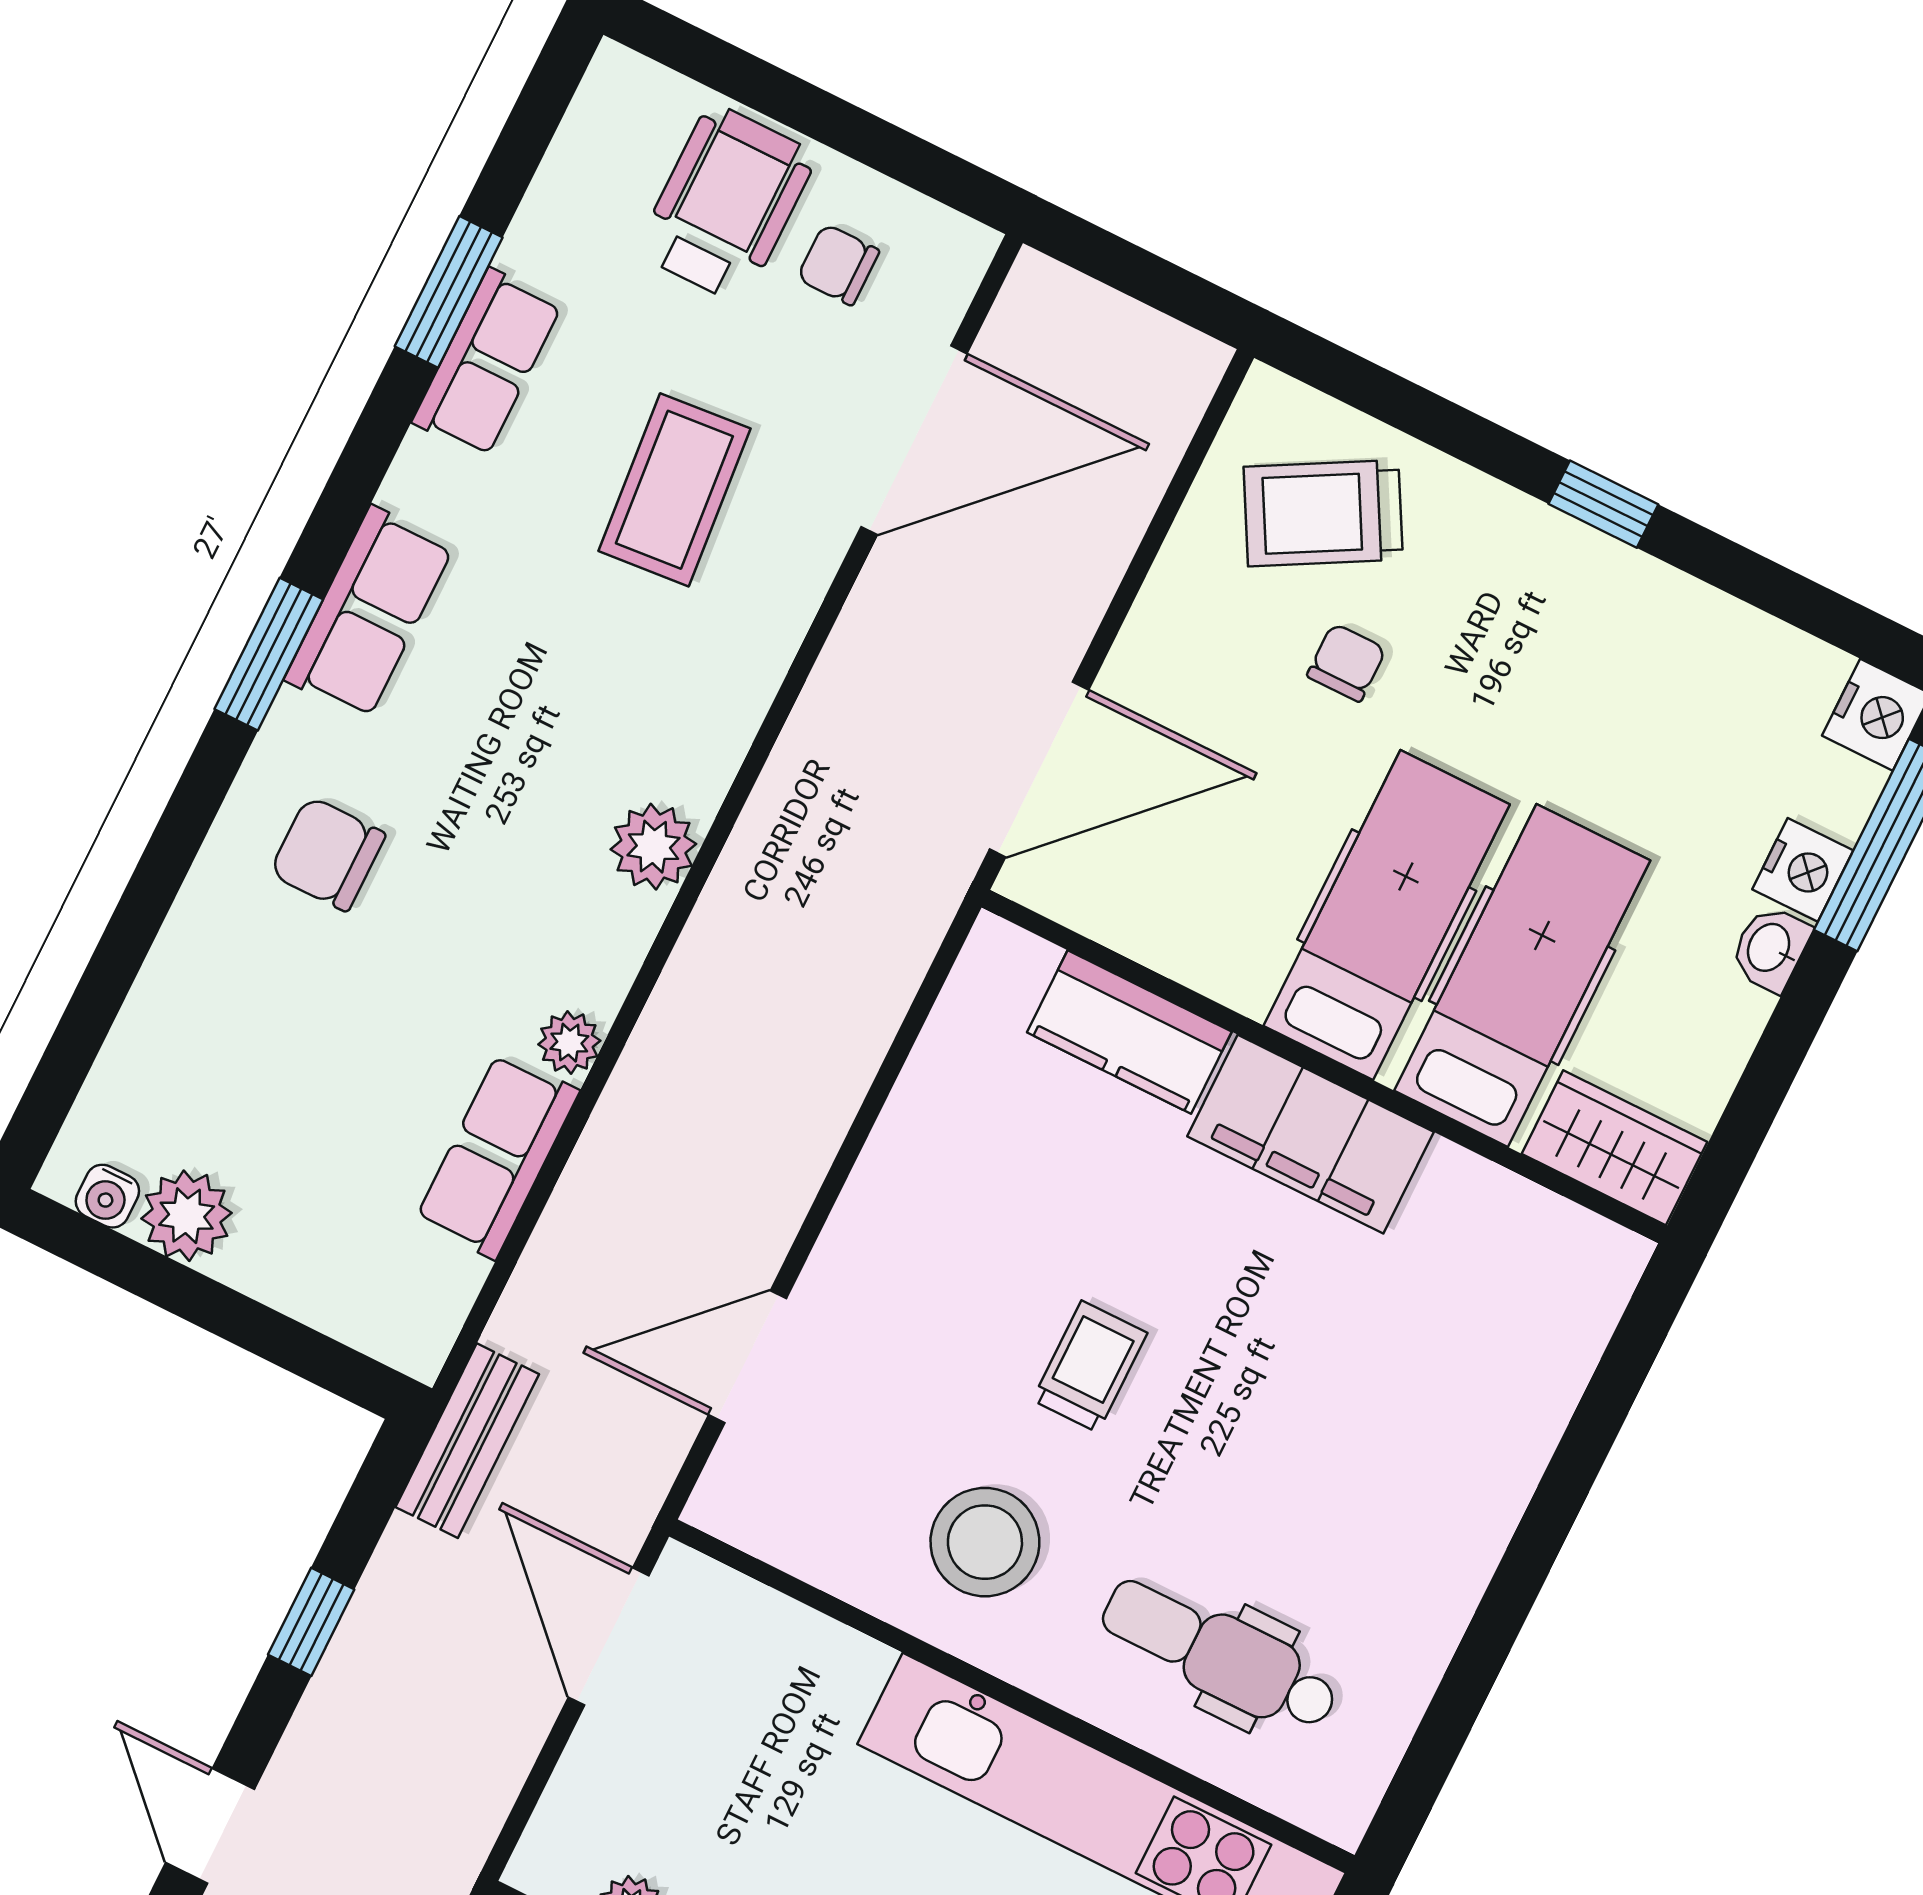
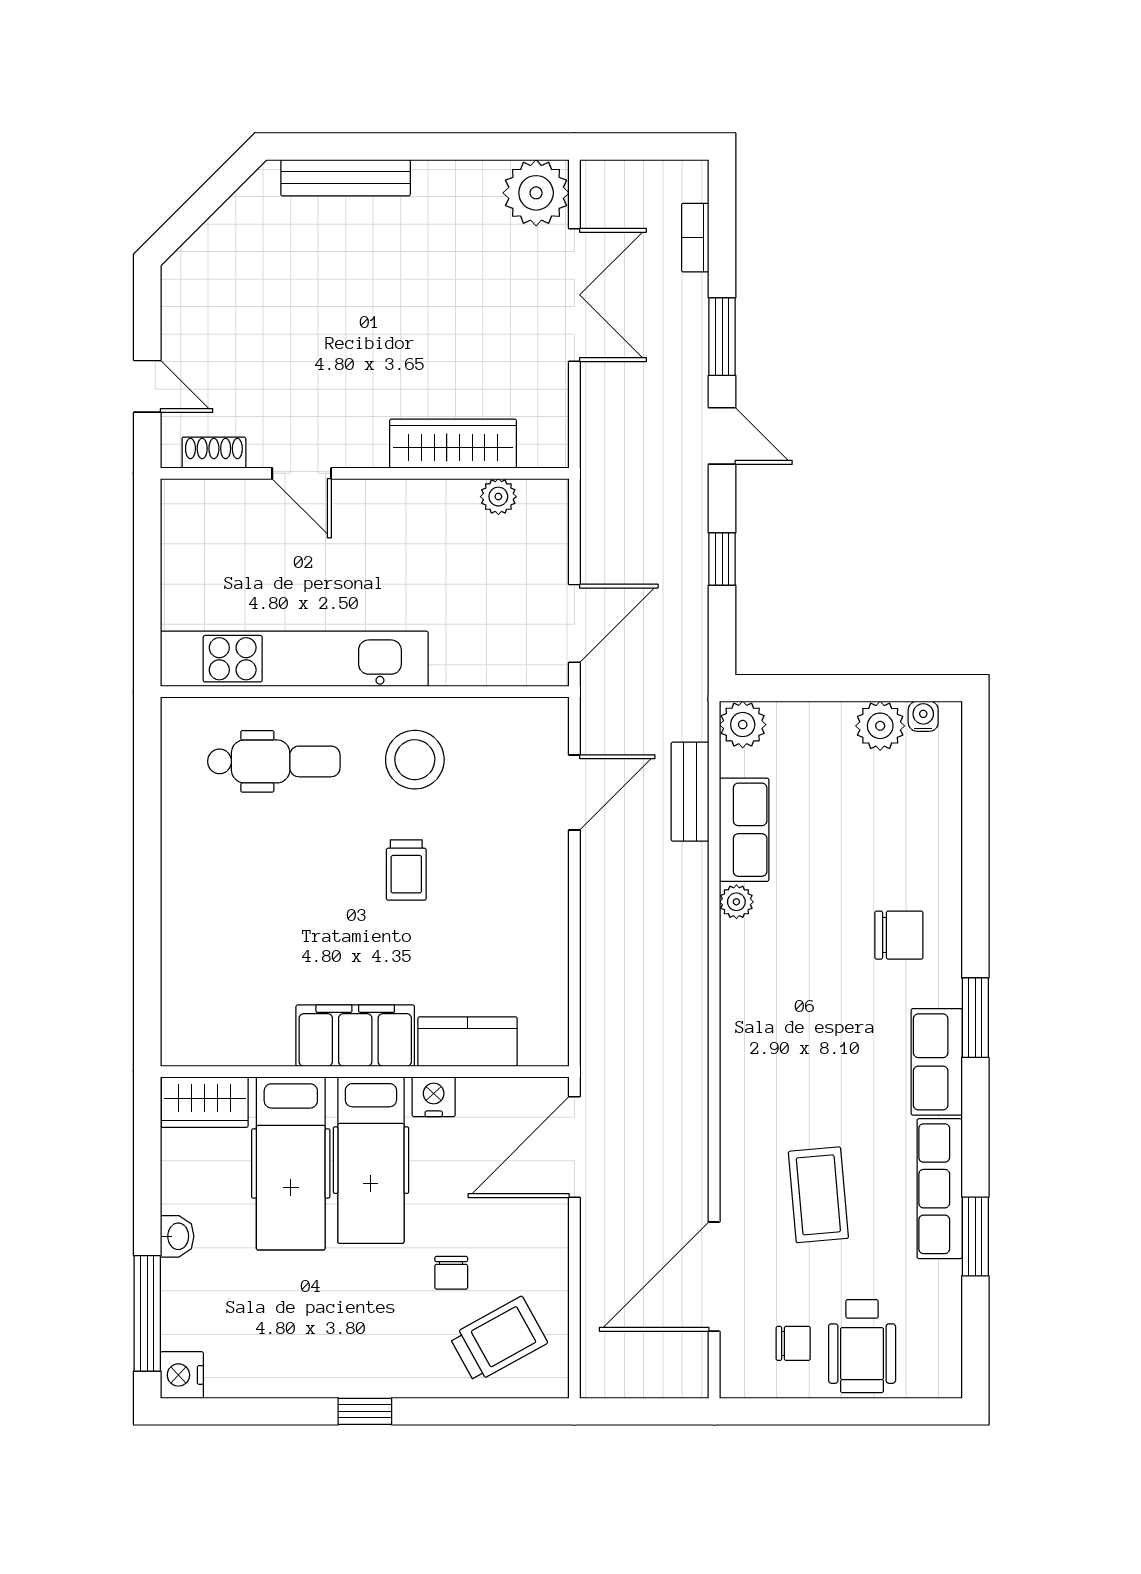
row of seats: (487, 363) -> (940, 1189), width x1.48
plant: (653, 847) -> (743, 725), moved
nightstand: (1803, 870) -> (434, 1097), moved, turned 90
bench: (467, 1441) -> (690, 792), moved
door: (609, 1636) -> (574, 623), hinge flipped

